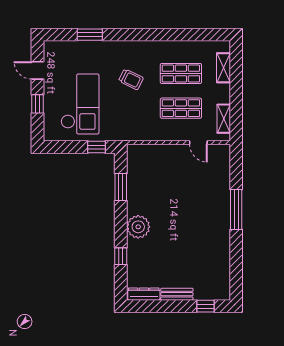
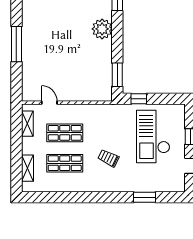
window: (121, 187) -> (117, 75), moved

